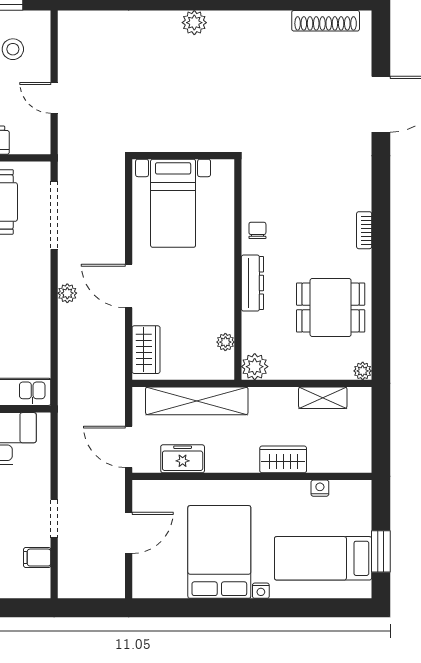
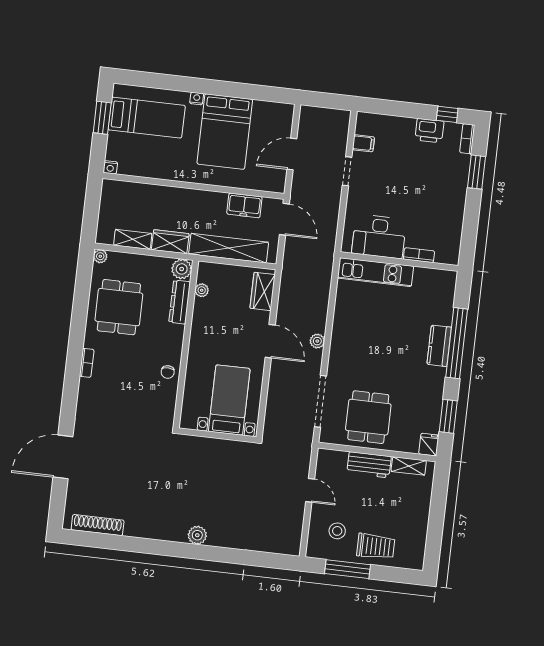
dresser: (252, 283) -> (180, 302), moved
dining table: (331, 307) -> (119, 307), turned 90
wardrobe: (283, 459) -> (170, 242), moved, turned 180
nightstand: (320, 488) -> (110, 167), moved

